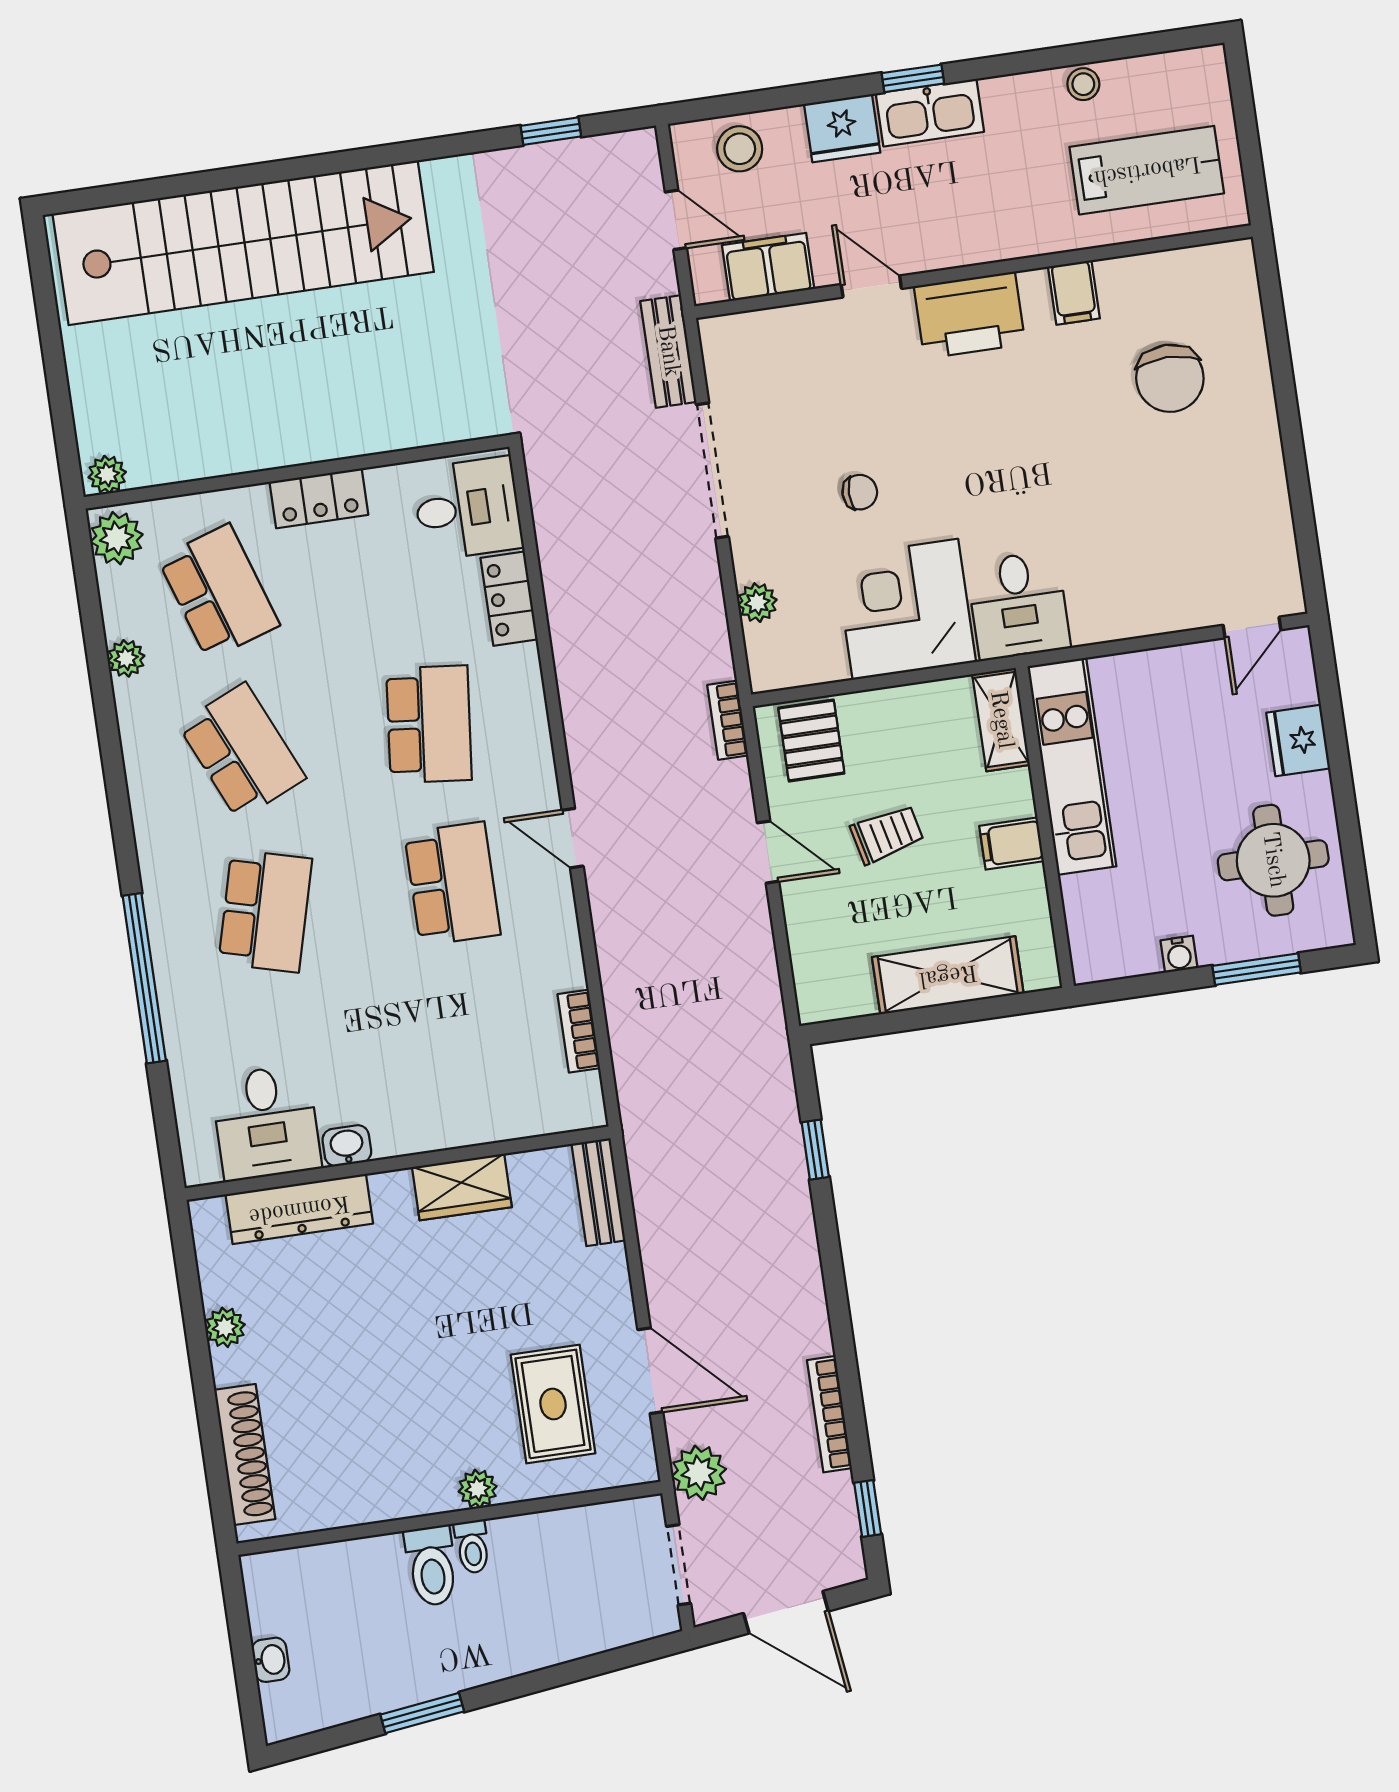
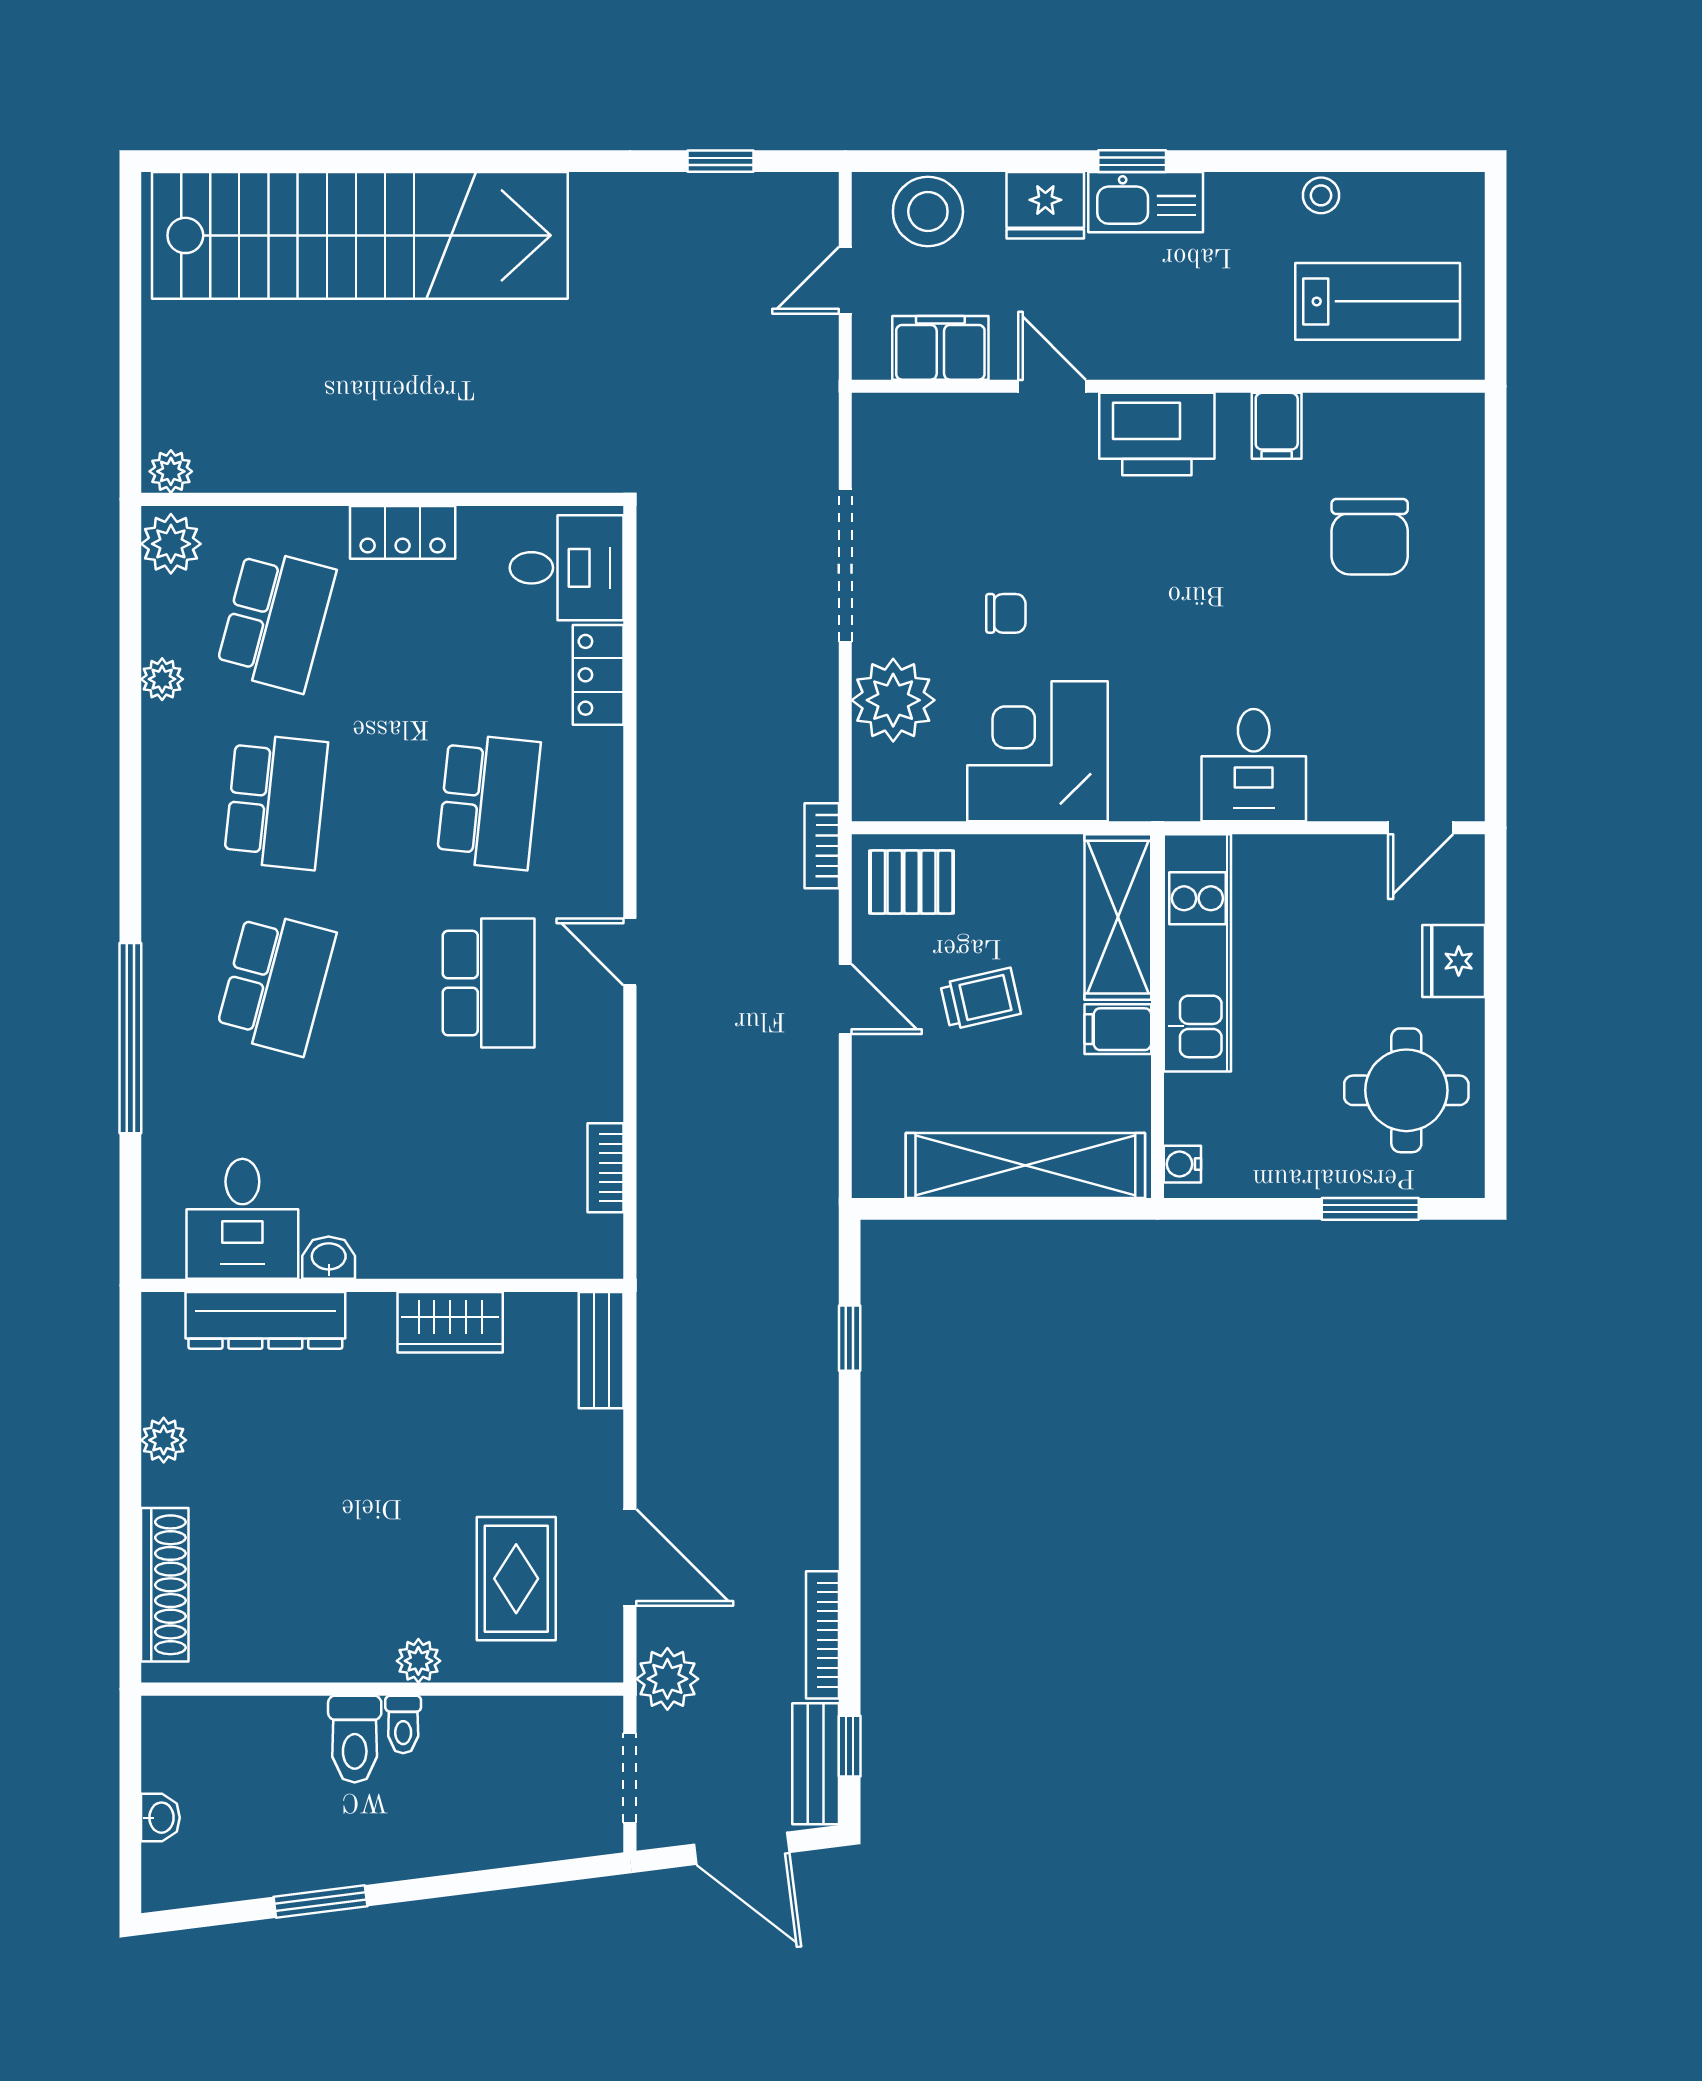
stool: (740, 149) -> (928, 212), width x1.38, depth x1.38
door: (676, 220) -> (845, 280), swing flipped
bench: (668, 351) -> (816, 1764), moved
school desk: (219, 592) -> (276, 620), turned 33
plant: (757, 603) -> (893, 700), width x1.88, depth x1.88
desk: (1018, 605) -> (1254, 765), moved
shelving: (1001, 720) -> (1118, 917), width x1.50, depth x1.33
pallet: (811, 741) -> (912, 882), turned 90
school desk: (242, 751) -> (276, 802), turned 30
water cooler: (1179, 954) -> (1182, 1164), moved, turned 90
shelving: (948, 975) -> (1025, 1166), width x1.47

